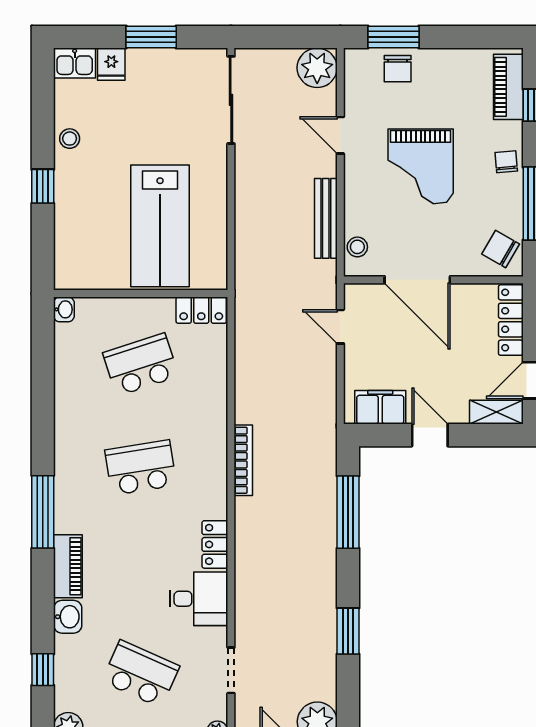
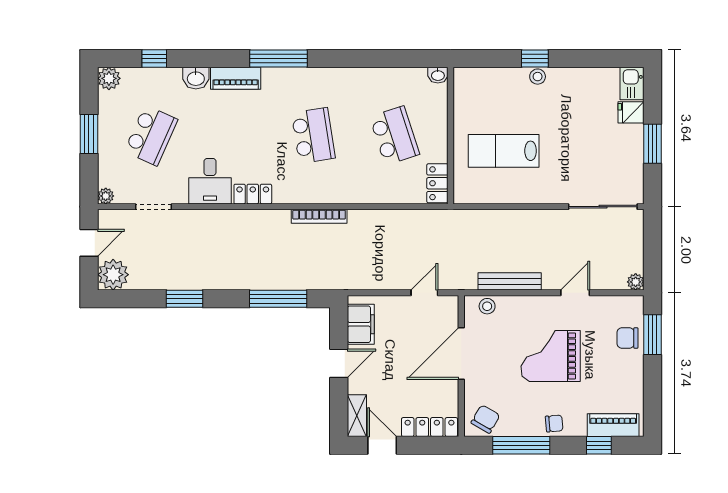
plant: (317, 68) -> (636, 282), width x0.53, depth x0.53
stool: (70, 139) -> (538, 77), moved
lab bench: (160, 226) -> (504, 151), width x0.73, depth x0.72

